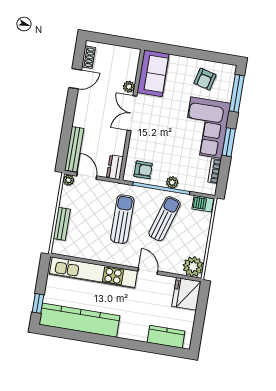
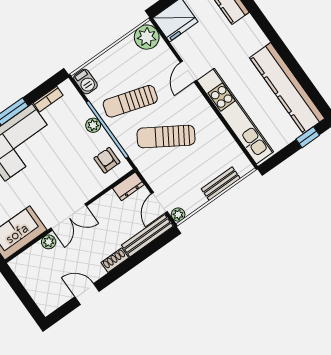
shoe rack: (88, 57) -> (115, 260), moved
sun lounger: (122, 219) -> (166, 137), turned 32

